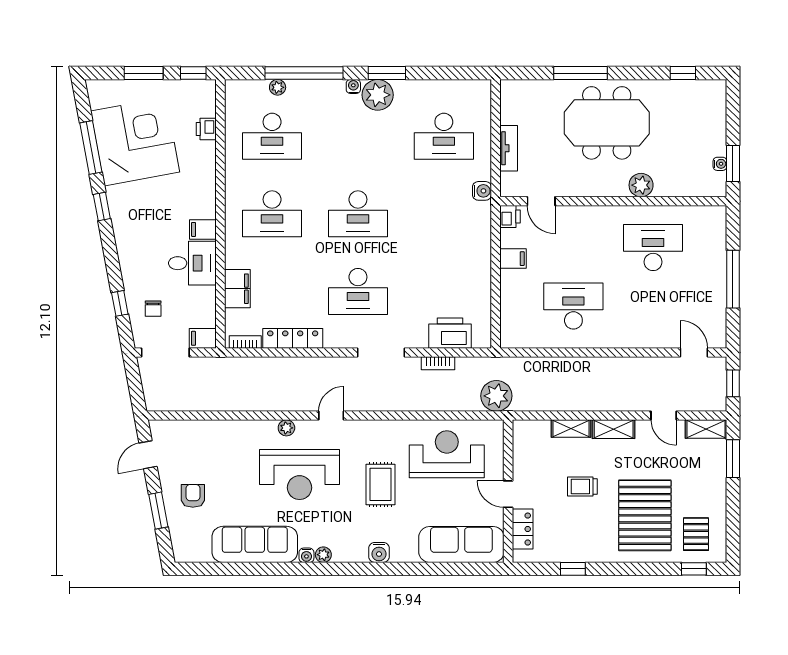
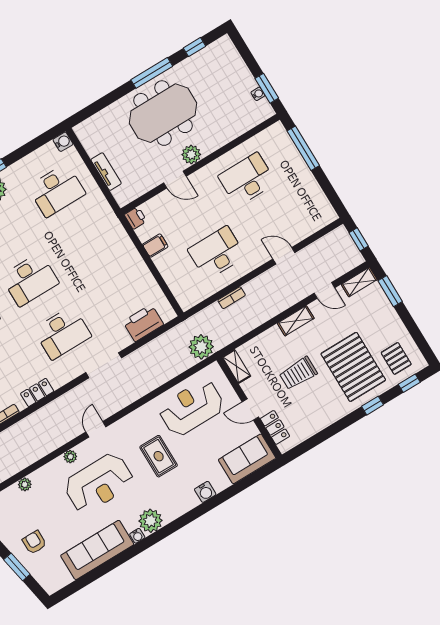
window: (580, 73) -> (152, 73), moved
plant: (641, 185) -> (191, 154), moved
water cooler: (482, 191) -> (63, 142), moved
door: (541, 201) -> (175, 180), moved
window: (733, 279) -> (303, 148), moved
locker: (293, 338) -> (37, 392), width x0.66
door: (694, 352) -> (284, 256), moved
bookcase: (438, 363) -> (232, 298), moved
plant: (220, 428) -> (25, 484), added
shelving: (571, 429) -> (237, 366), moved, turned 90
trolley: (582, 486) -> (298, 373), width x1.36, depth x1.39
sofa: (461, 544) -> (247, 459), width x0.73
water cooler: (379, 552) -> (205, 492), moved
plant: (323, 555) -> (151, 521), width x1.87, depth x1.87
window: (573, 569) -> (372, 406), moved

